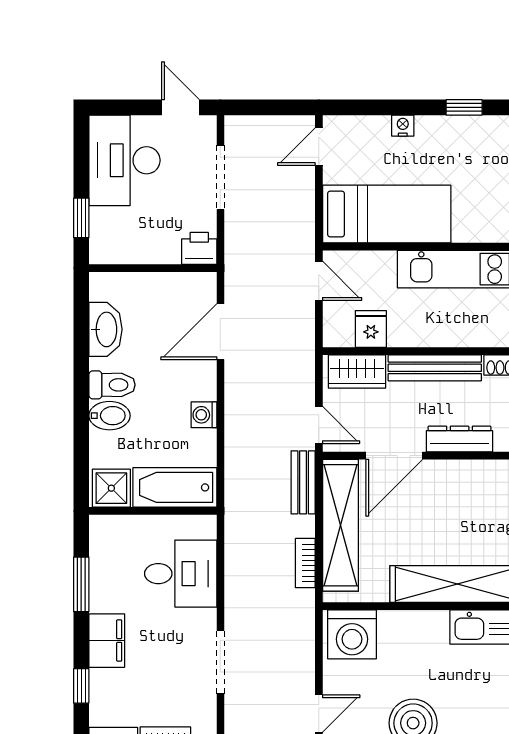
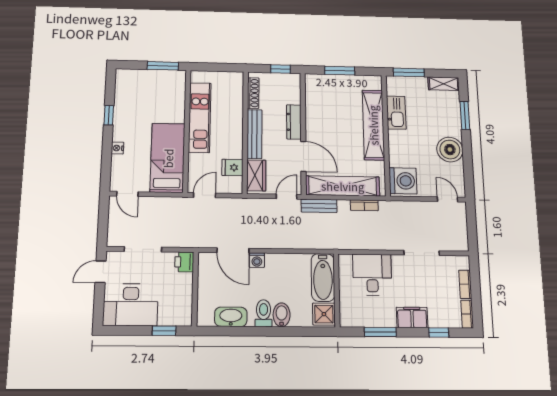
washing machine: (204, 415) -> (257, 260), moved

